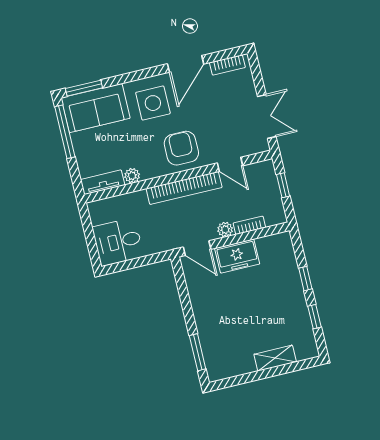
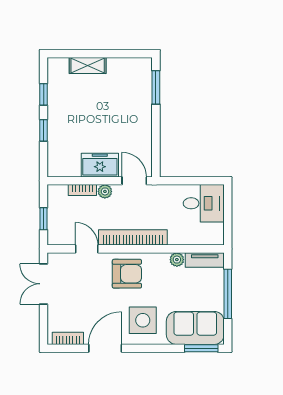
window: (65, 132) -> (228, 294), moved
armchair: (181, 148) -> (127, 274), turned -90

